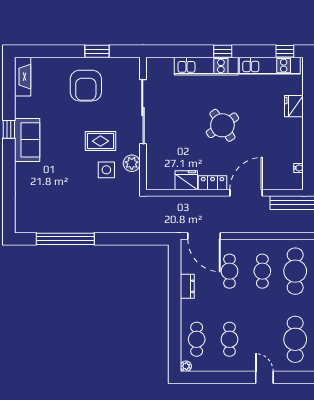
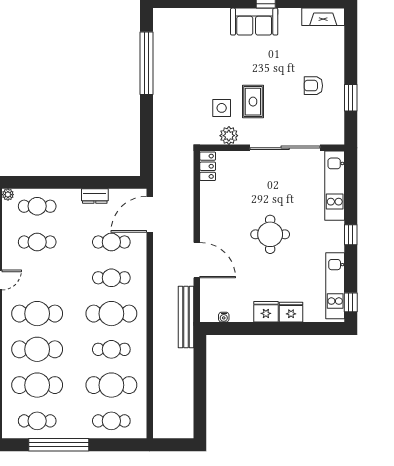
kitchen unit: (206, 66) -> (335, 186), moved
armchair: (86, 86) -> (313, 86), width x0.53, depth x0.53
round table: (222, 125) -> (270, 234), turned 34
fridge: (186, 180) -> (266, 312), moved, turned -90
locker: (213, 183) -> (208, 166), moved

